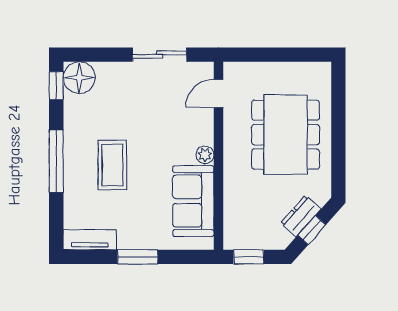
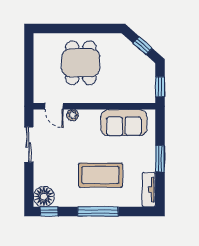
dining table: (286, 135) -> (81, 63), width x0.73
plant: (205, 155) -> (73, 115), moved
coffee table: (112, 165) -> (100, 175), width x1.36, depth x1.32
dresser: (301, 216) -> (134, 53), removed

